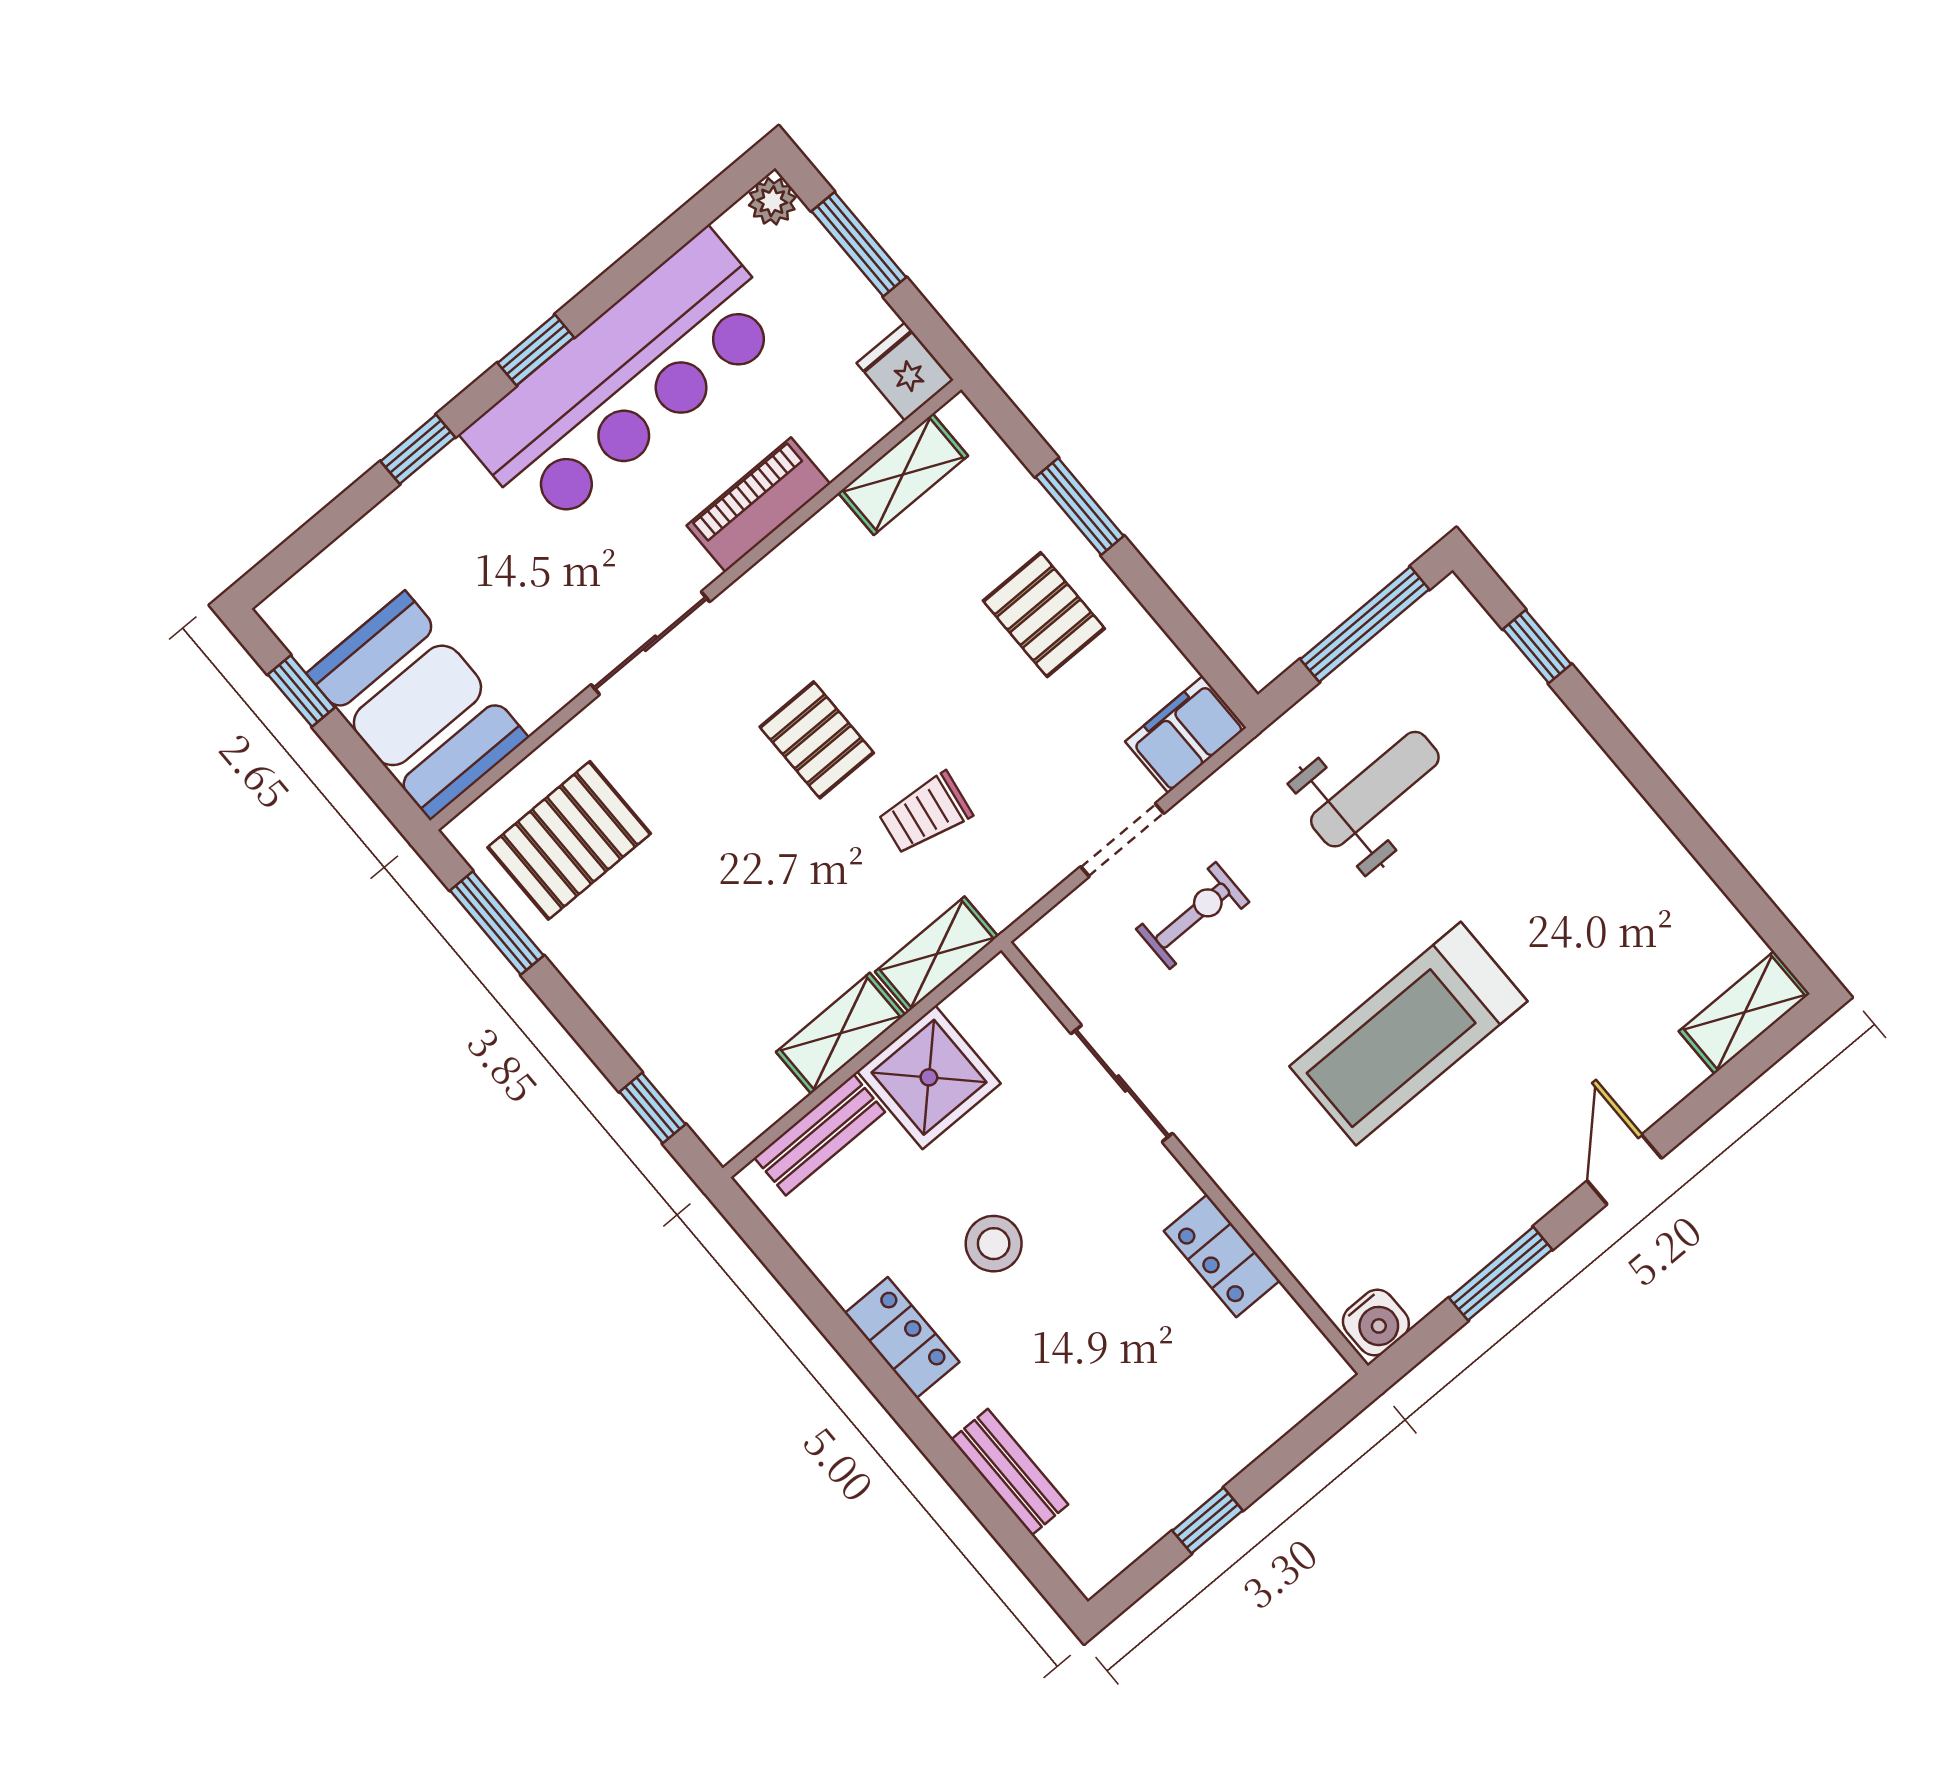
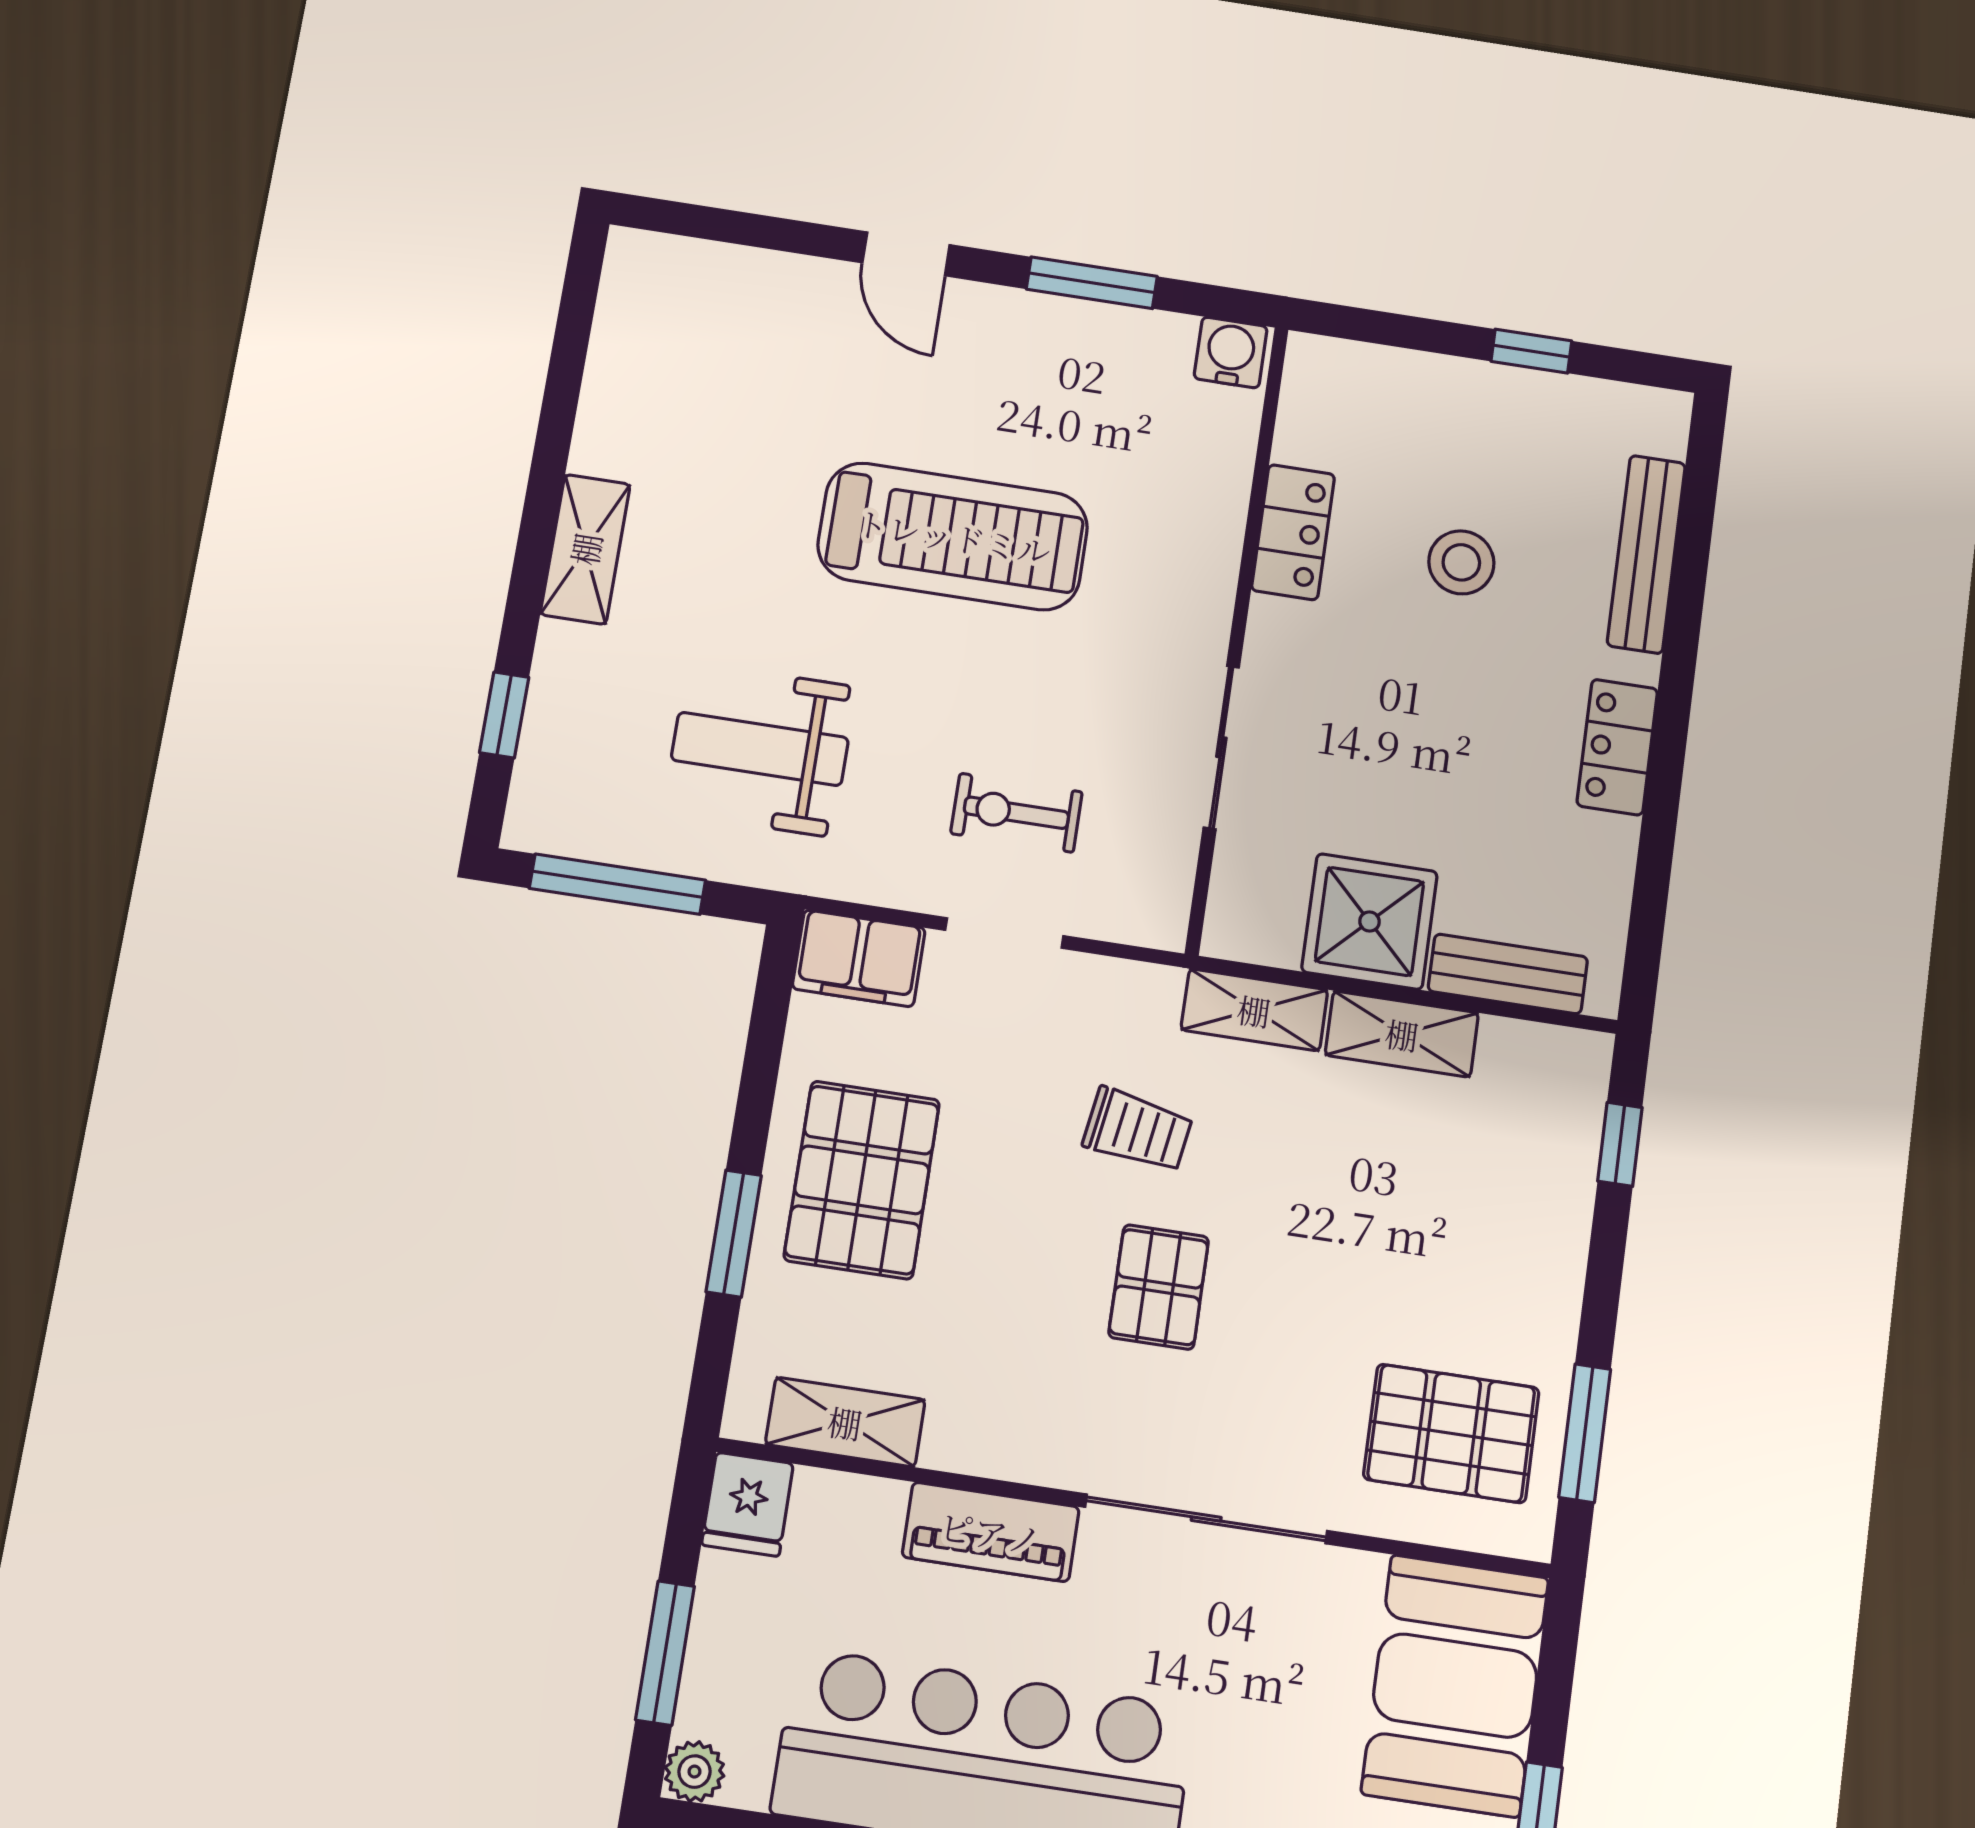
pallet: (1044, 615) -> (862, 1180), width x1.50, depth x1.42
sliding door: (650, 643) -> (1206, 1519), width x1.37
shelving: (1744, 1012) -> (585, 549), moved, turned 90
door: (1624, 1169) -> (906, 254), hinge flipped
stool: (994, 1244) -> (1461, 562), moved
bench: (1010, 1472) -> (1646, 554), width x1.36

